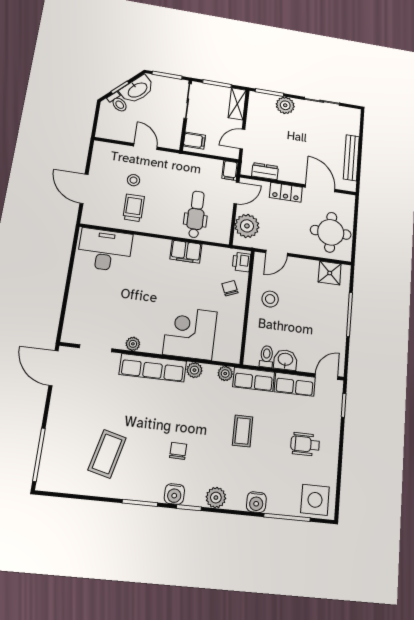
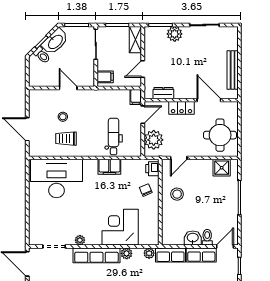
trolley: (134, 208) -> (66, 139), turned -90
desk: (105, 250) -> (57, 179), width x1.36, depth x1.30
toilet: (266, 356) -> (207, 237), moved

